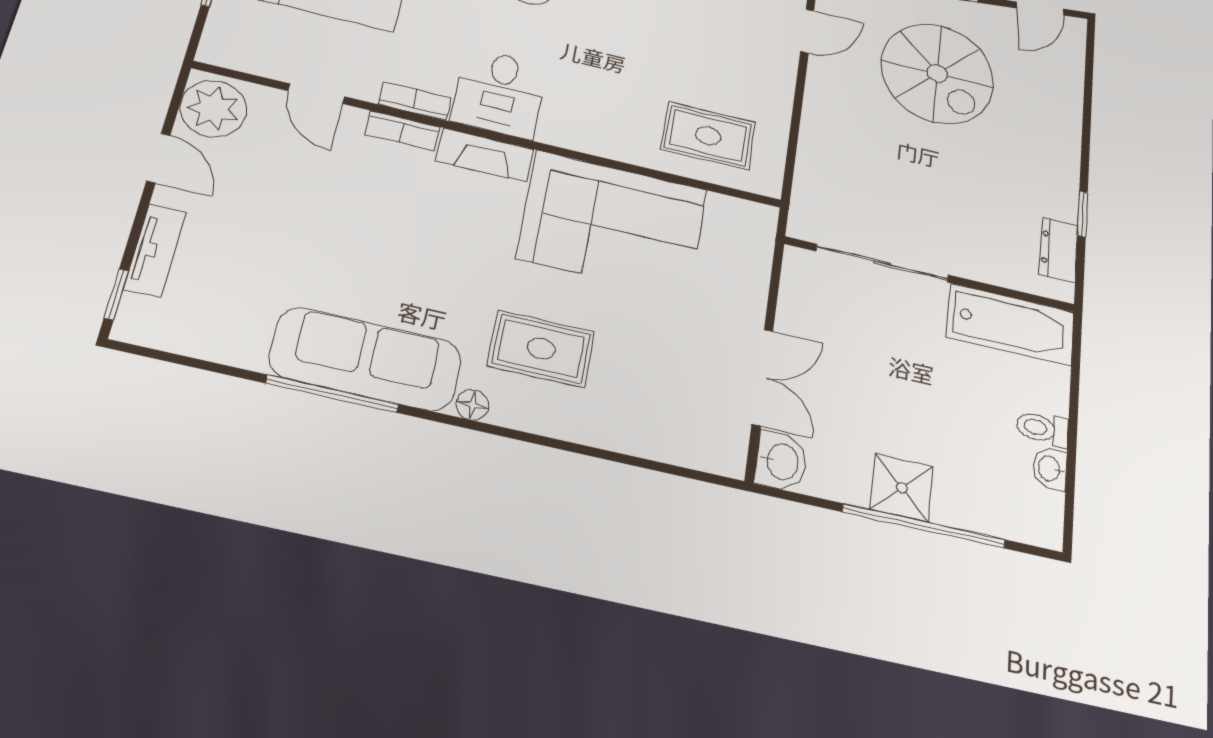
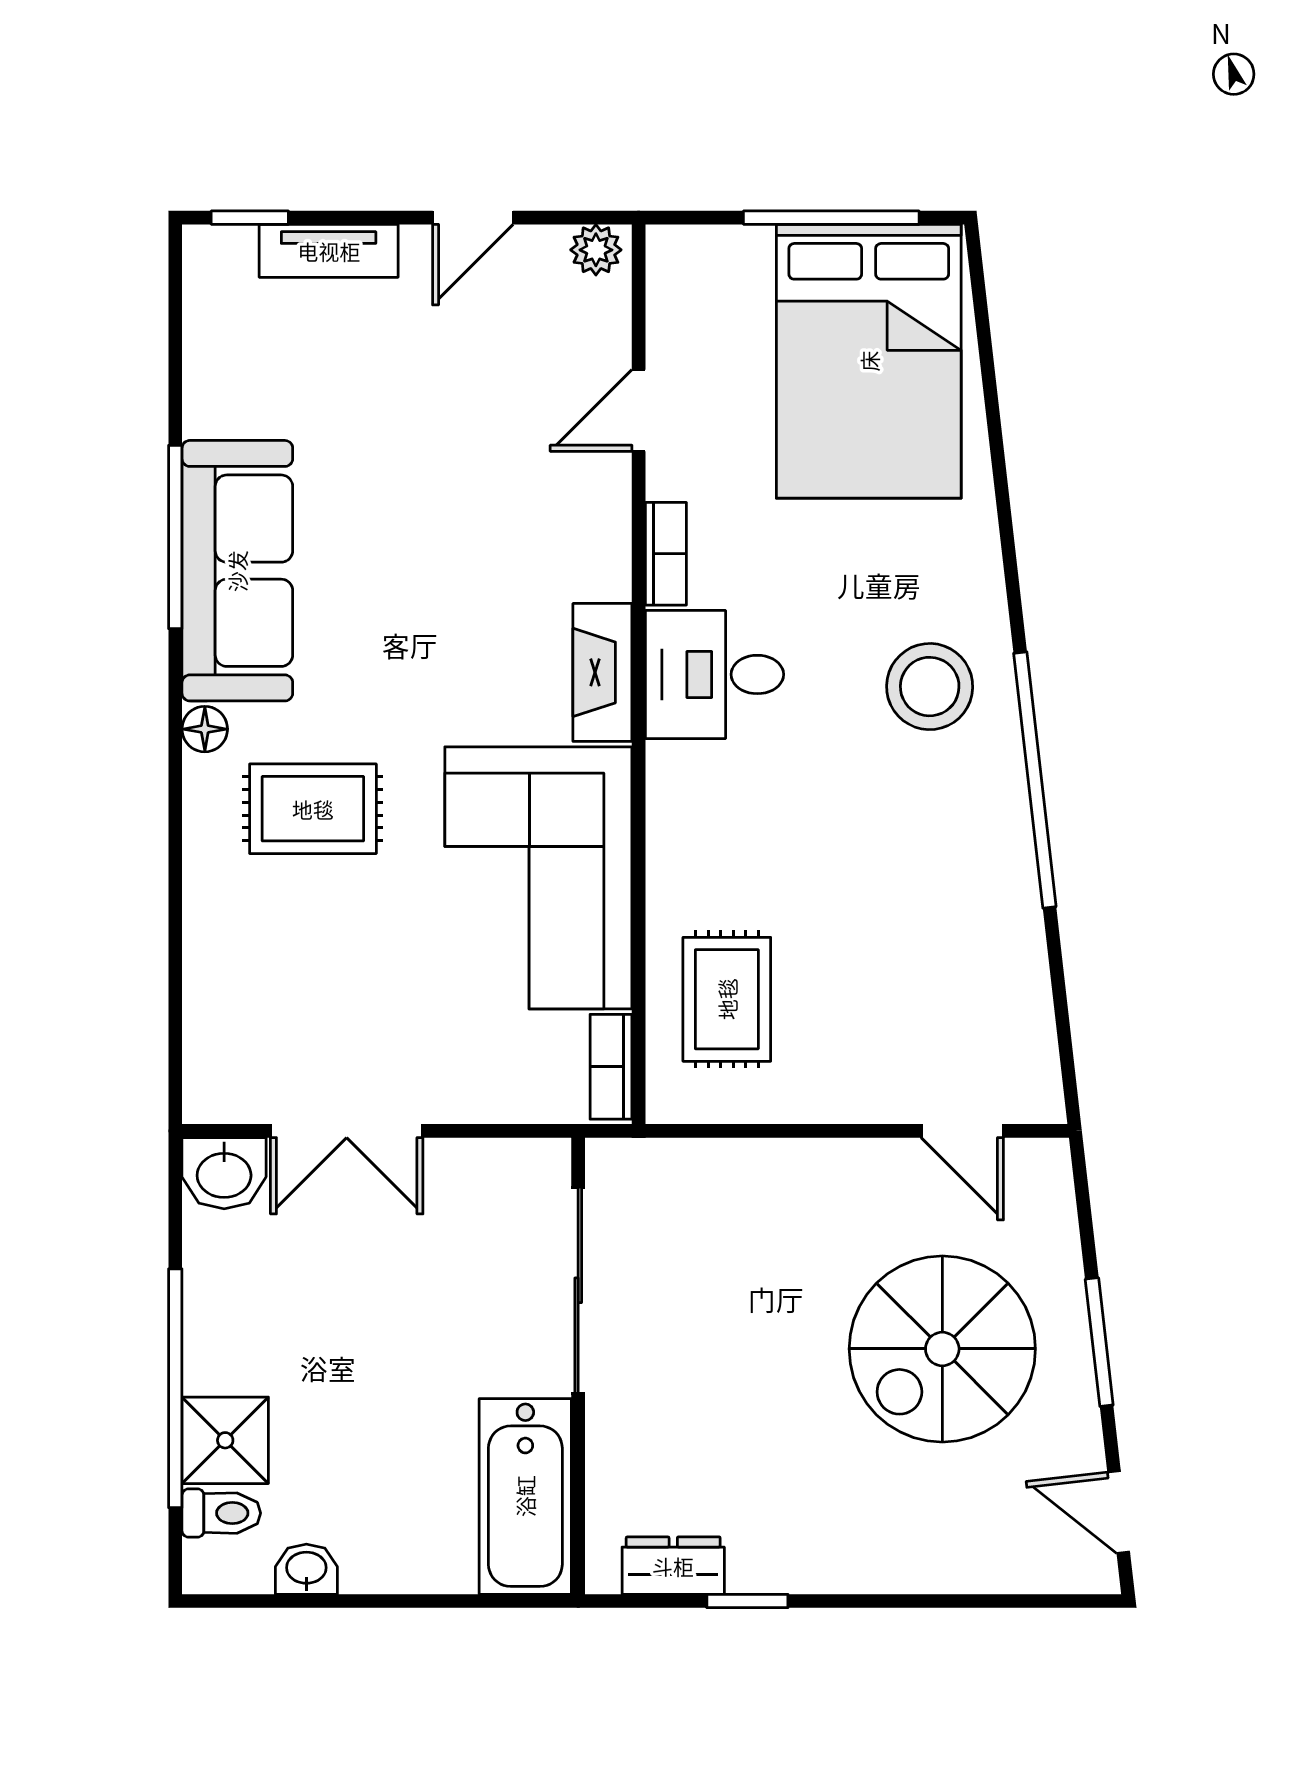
plant: (213, 108) -> (596, 250), width x0.53, depth x0.53
bookcase: (402, 131) -> (611, 1067), moved
rug: (541, 349) -> (313, 809), turned 90
toilet: (1043, 429) -> (221, 1513), moved, turned 90
shower: (902, 488) -> (225, 1440), moved

